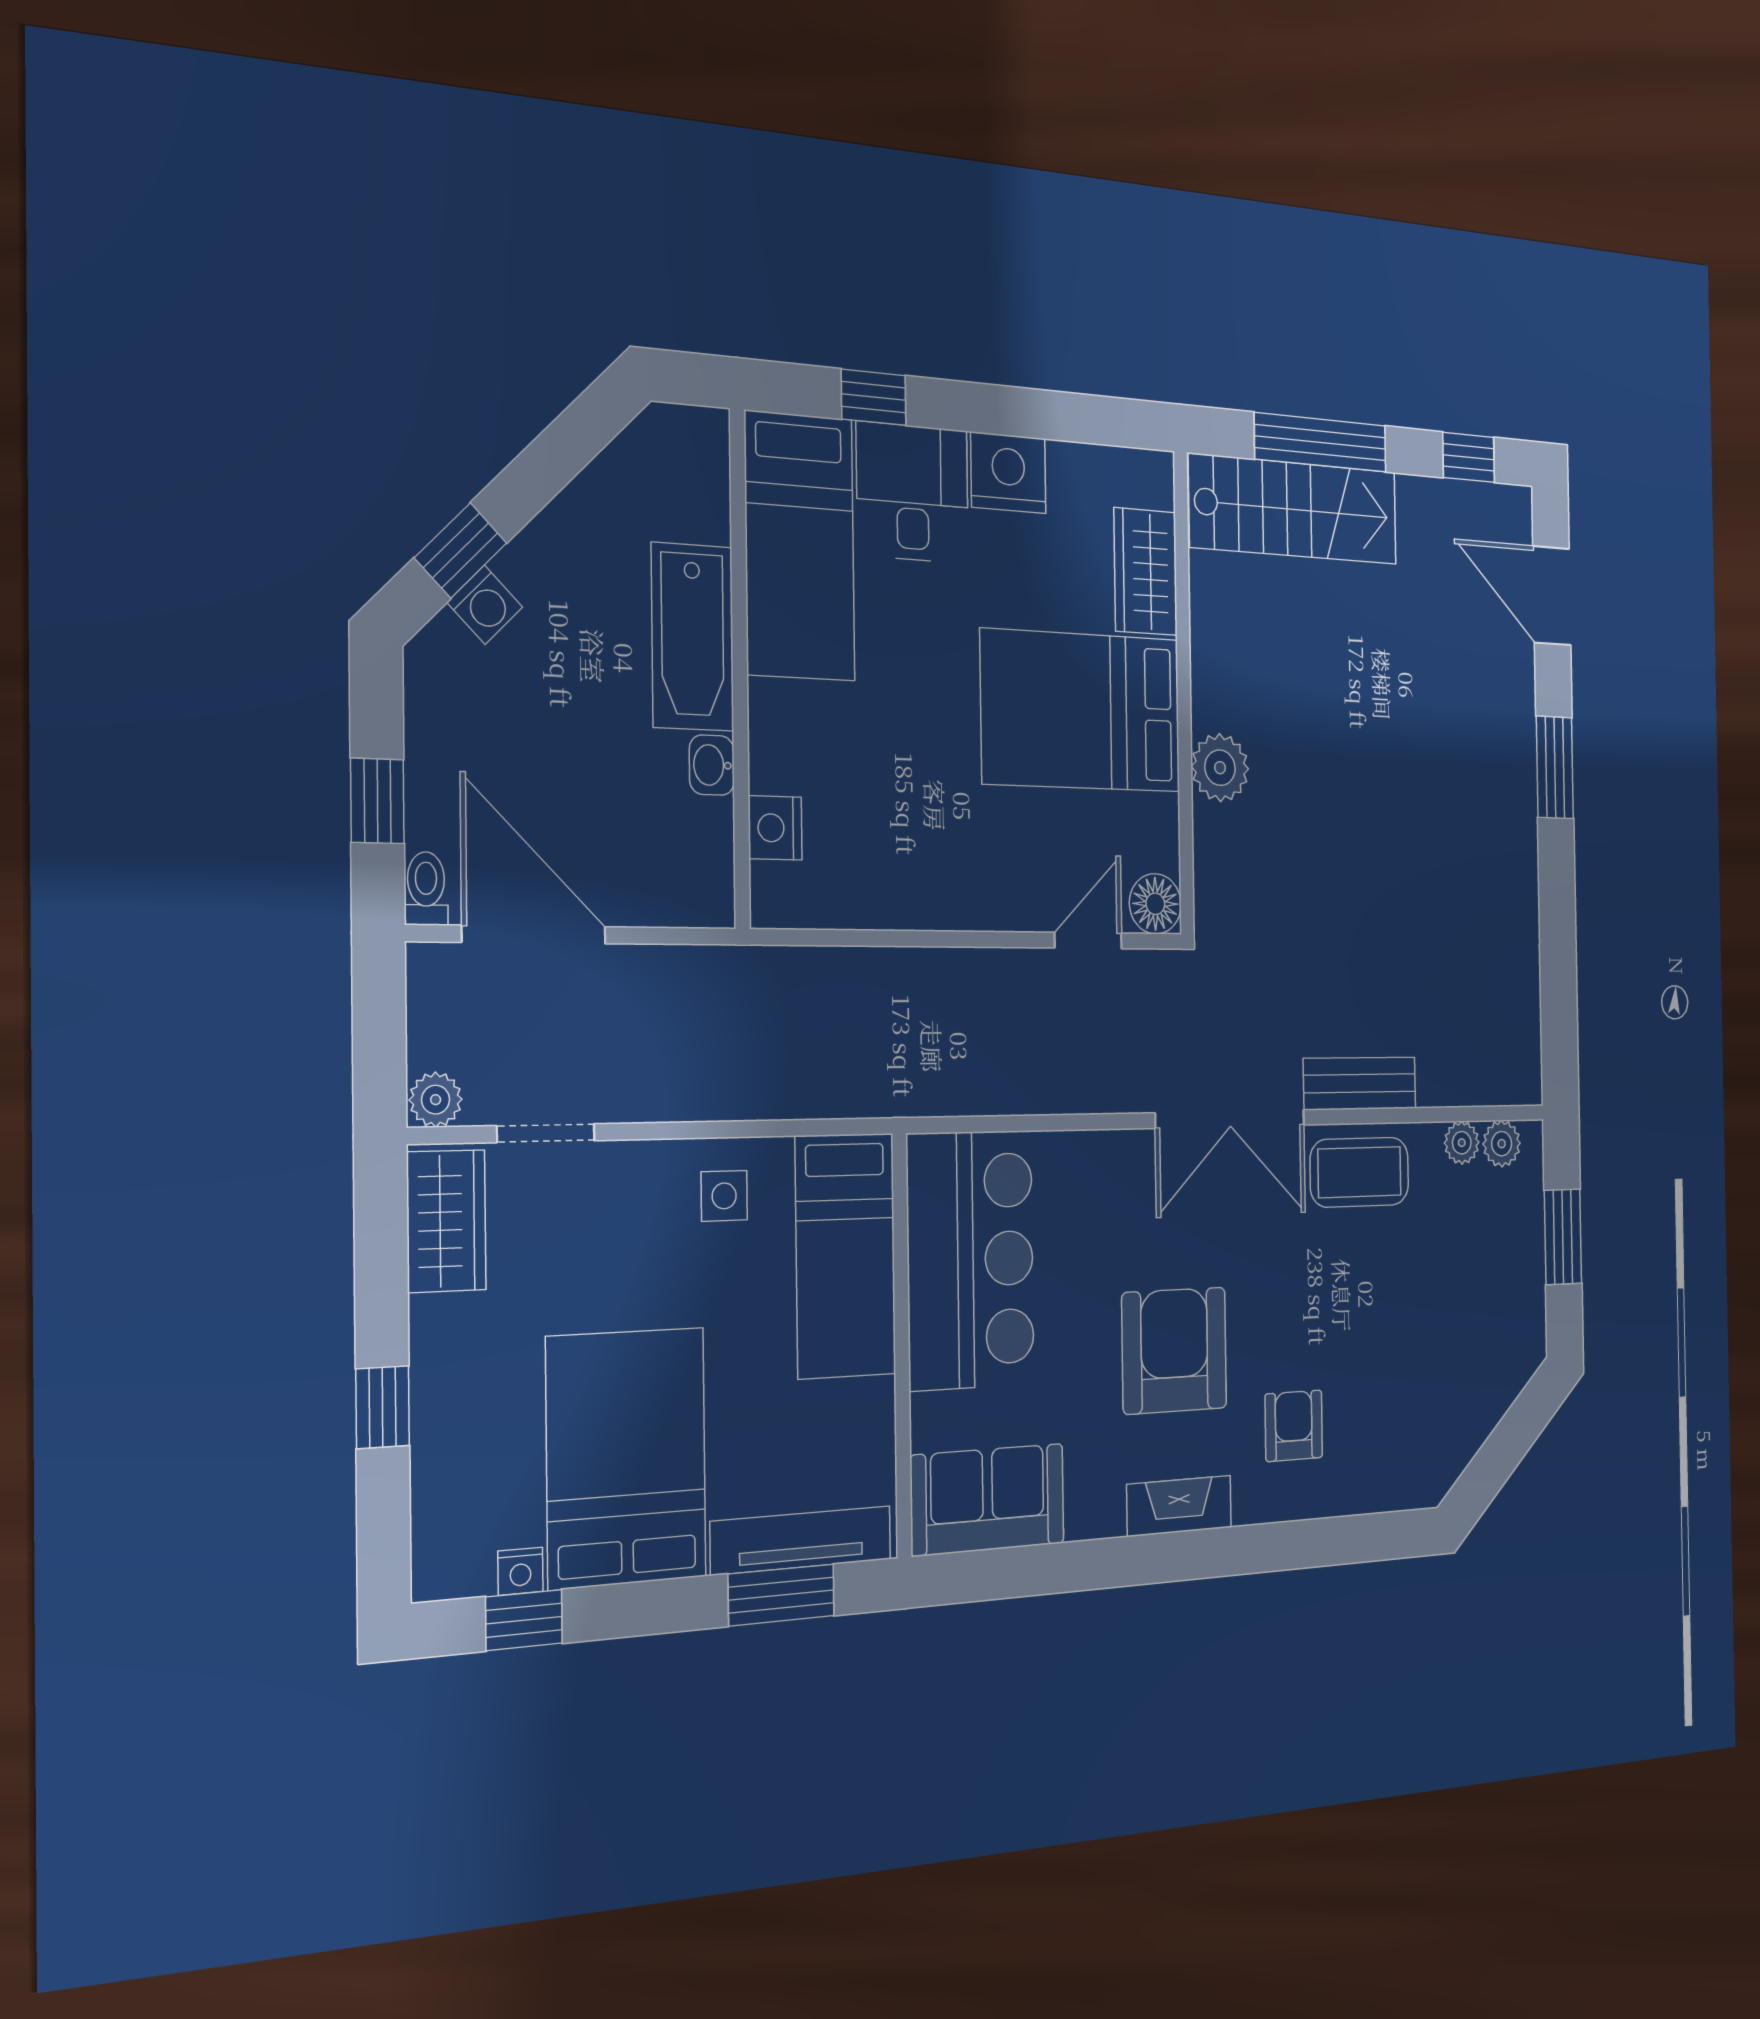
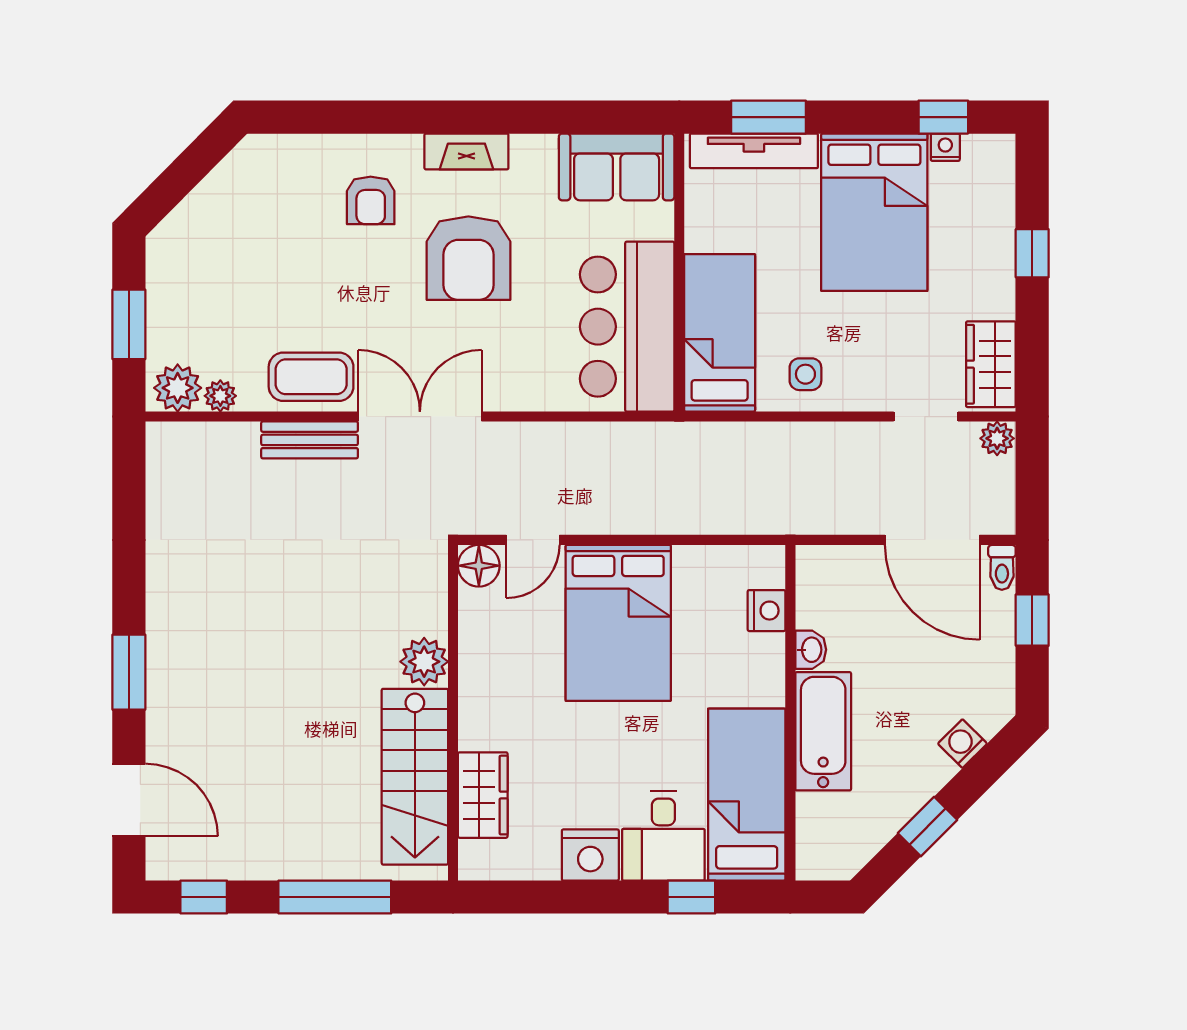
stairs: (1294, 509) -> (415, 777), moved, turned -90
window: (461, 550) -> (928, 827), moved
bed: (1081, 711) -> (618, 623), moved, turned 90
plant: (1502, 1144) -> (178, 388), width x1.38, depth x1.38

